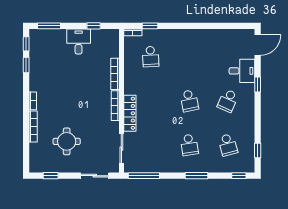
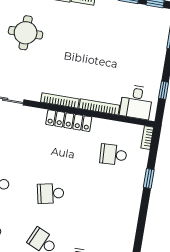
window: (150, 26) -> (149, 178), moved
desk: (79, 41) -> (136, 102), moved, turned 90
locker: (130, 113) -> (69, 121), moved

